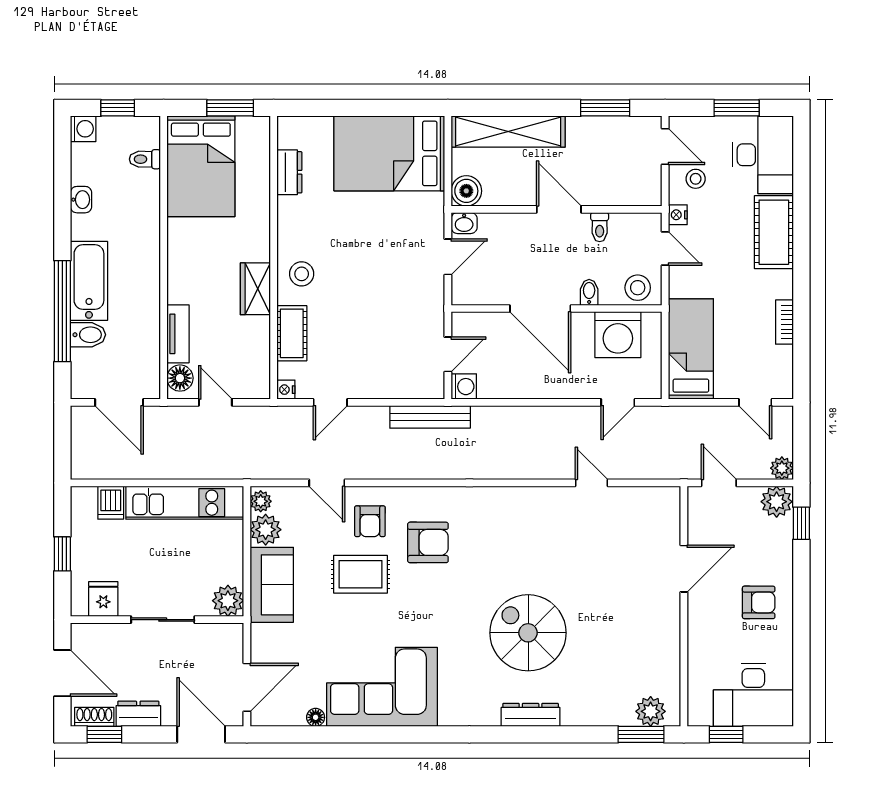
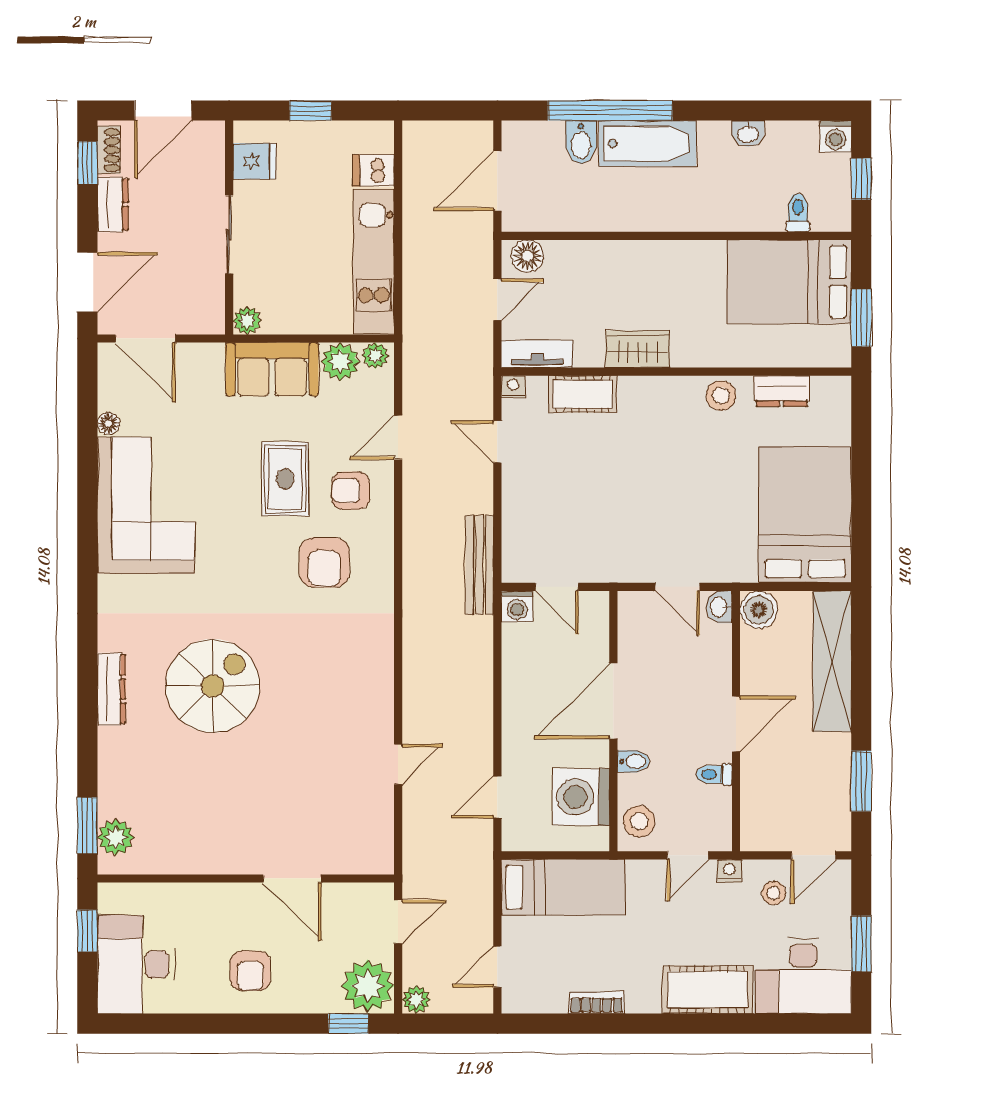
stool: (302, 274) -> (721, 396), moved
tv unit: (178, 334) -> (537, 354), moved, turned 180
door: (618, 402) -> (497, 797), hinge flipped
plant: (777, 502) -> (368, 986), width x1.36, depth x1.36
plant: (228, 601) -> (247, 320), width x0.73, depth x0.73

